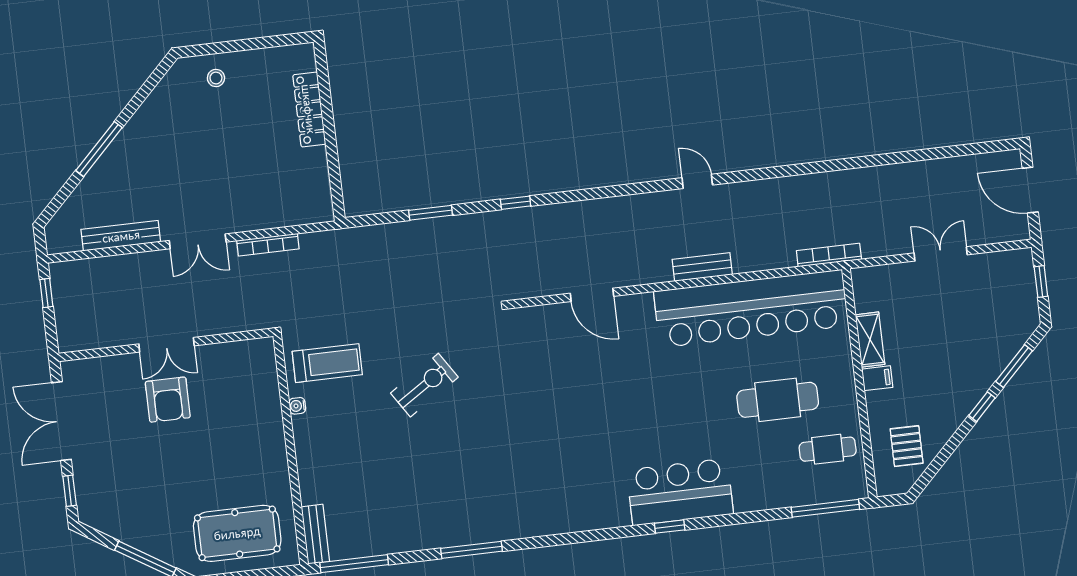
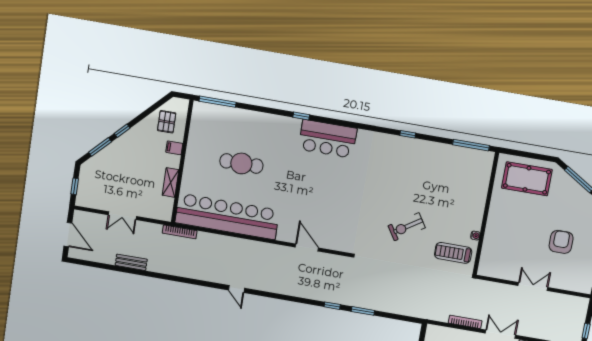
window: (431, 213) -> (363, 311), moved
bench: (702, 267) -> (131, 262), moved
filing cabinet: (877, 378) -> (174, 148), moved
armchair: (168, 400) -> (561, 242), moved
cafe table: (778, 400) -> (241, 163), moved
cafe table: (828, 449) -> (208, 132), removed
bar counter: (680, 492) -> (328, 139), moved
bench: (315, 534) -> (486, 166), removed
window: (471, 550) -> (408, 134), width x0.46

